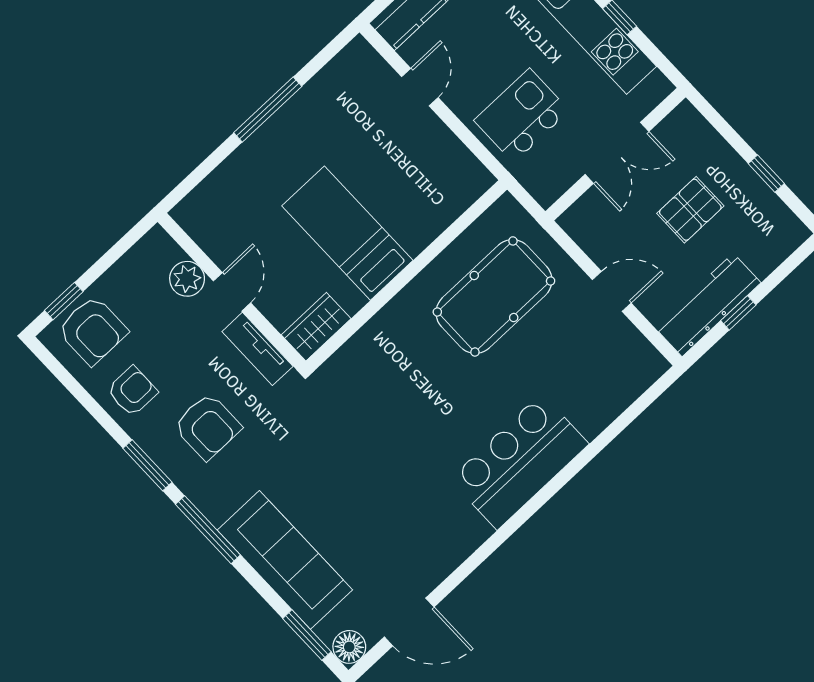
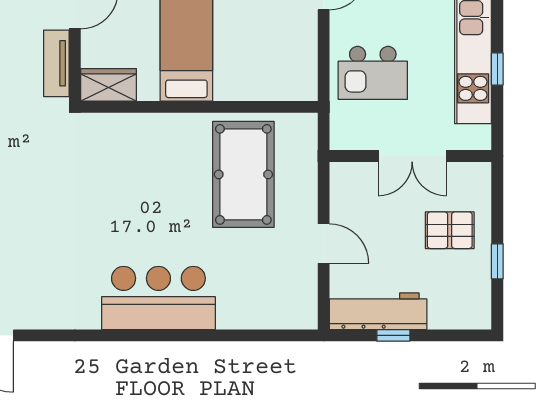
kitchen island: (522, 115) -> (373, 73), turned 180
pallet: (690, 210) -> (450, 230), moved
pool table: (494, 296) -> (243, 174), turned 90

